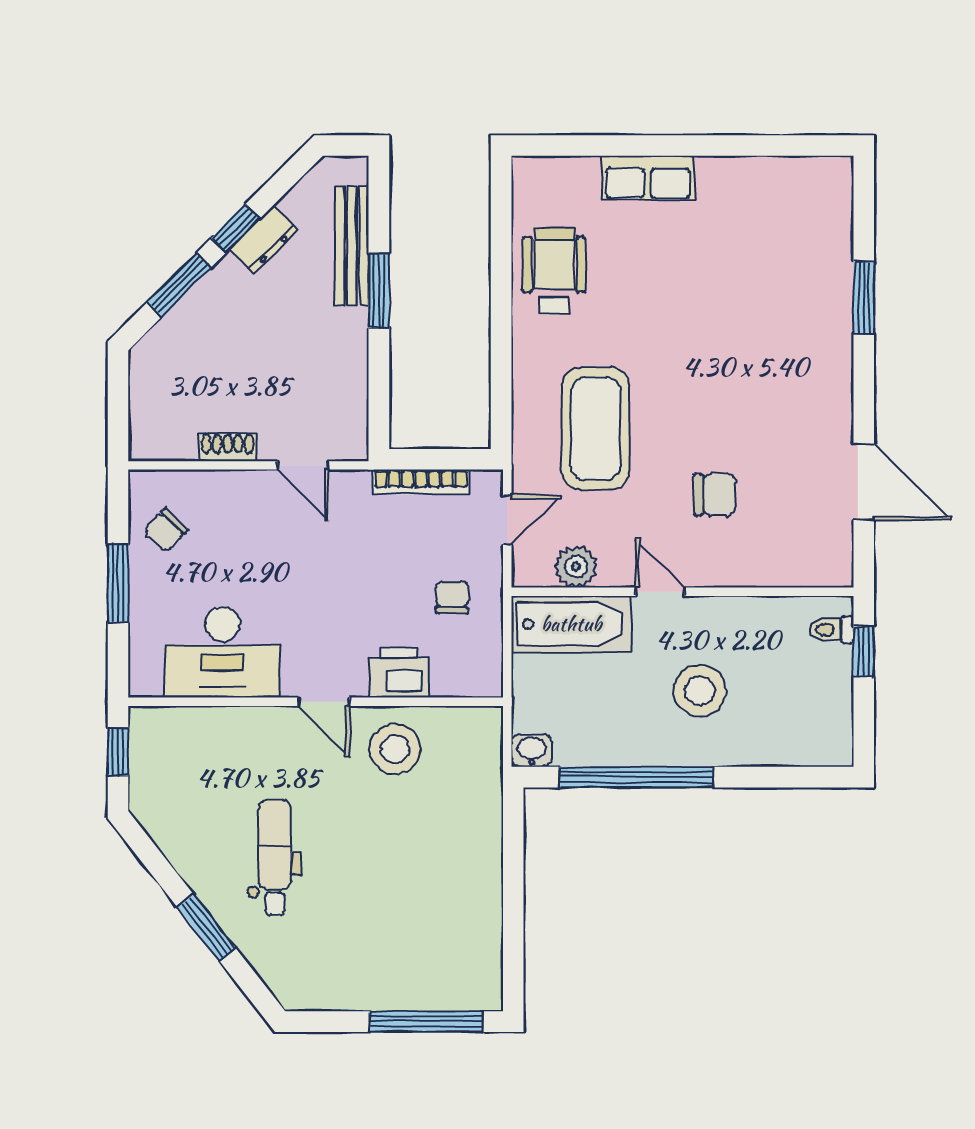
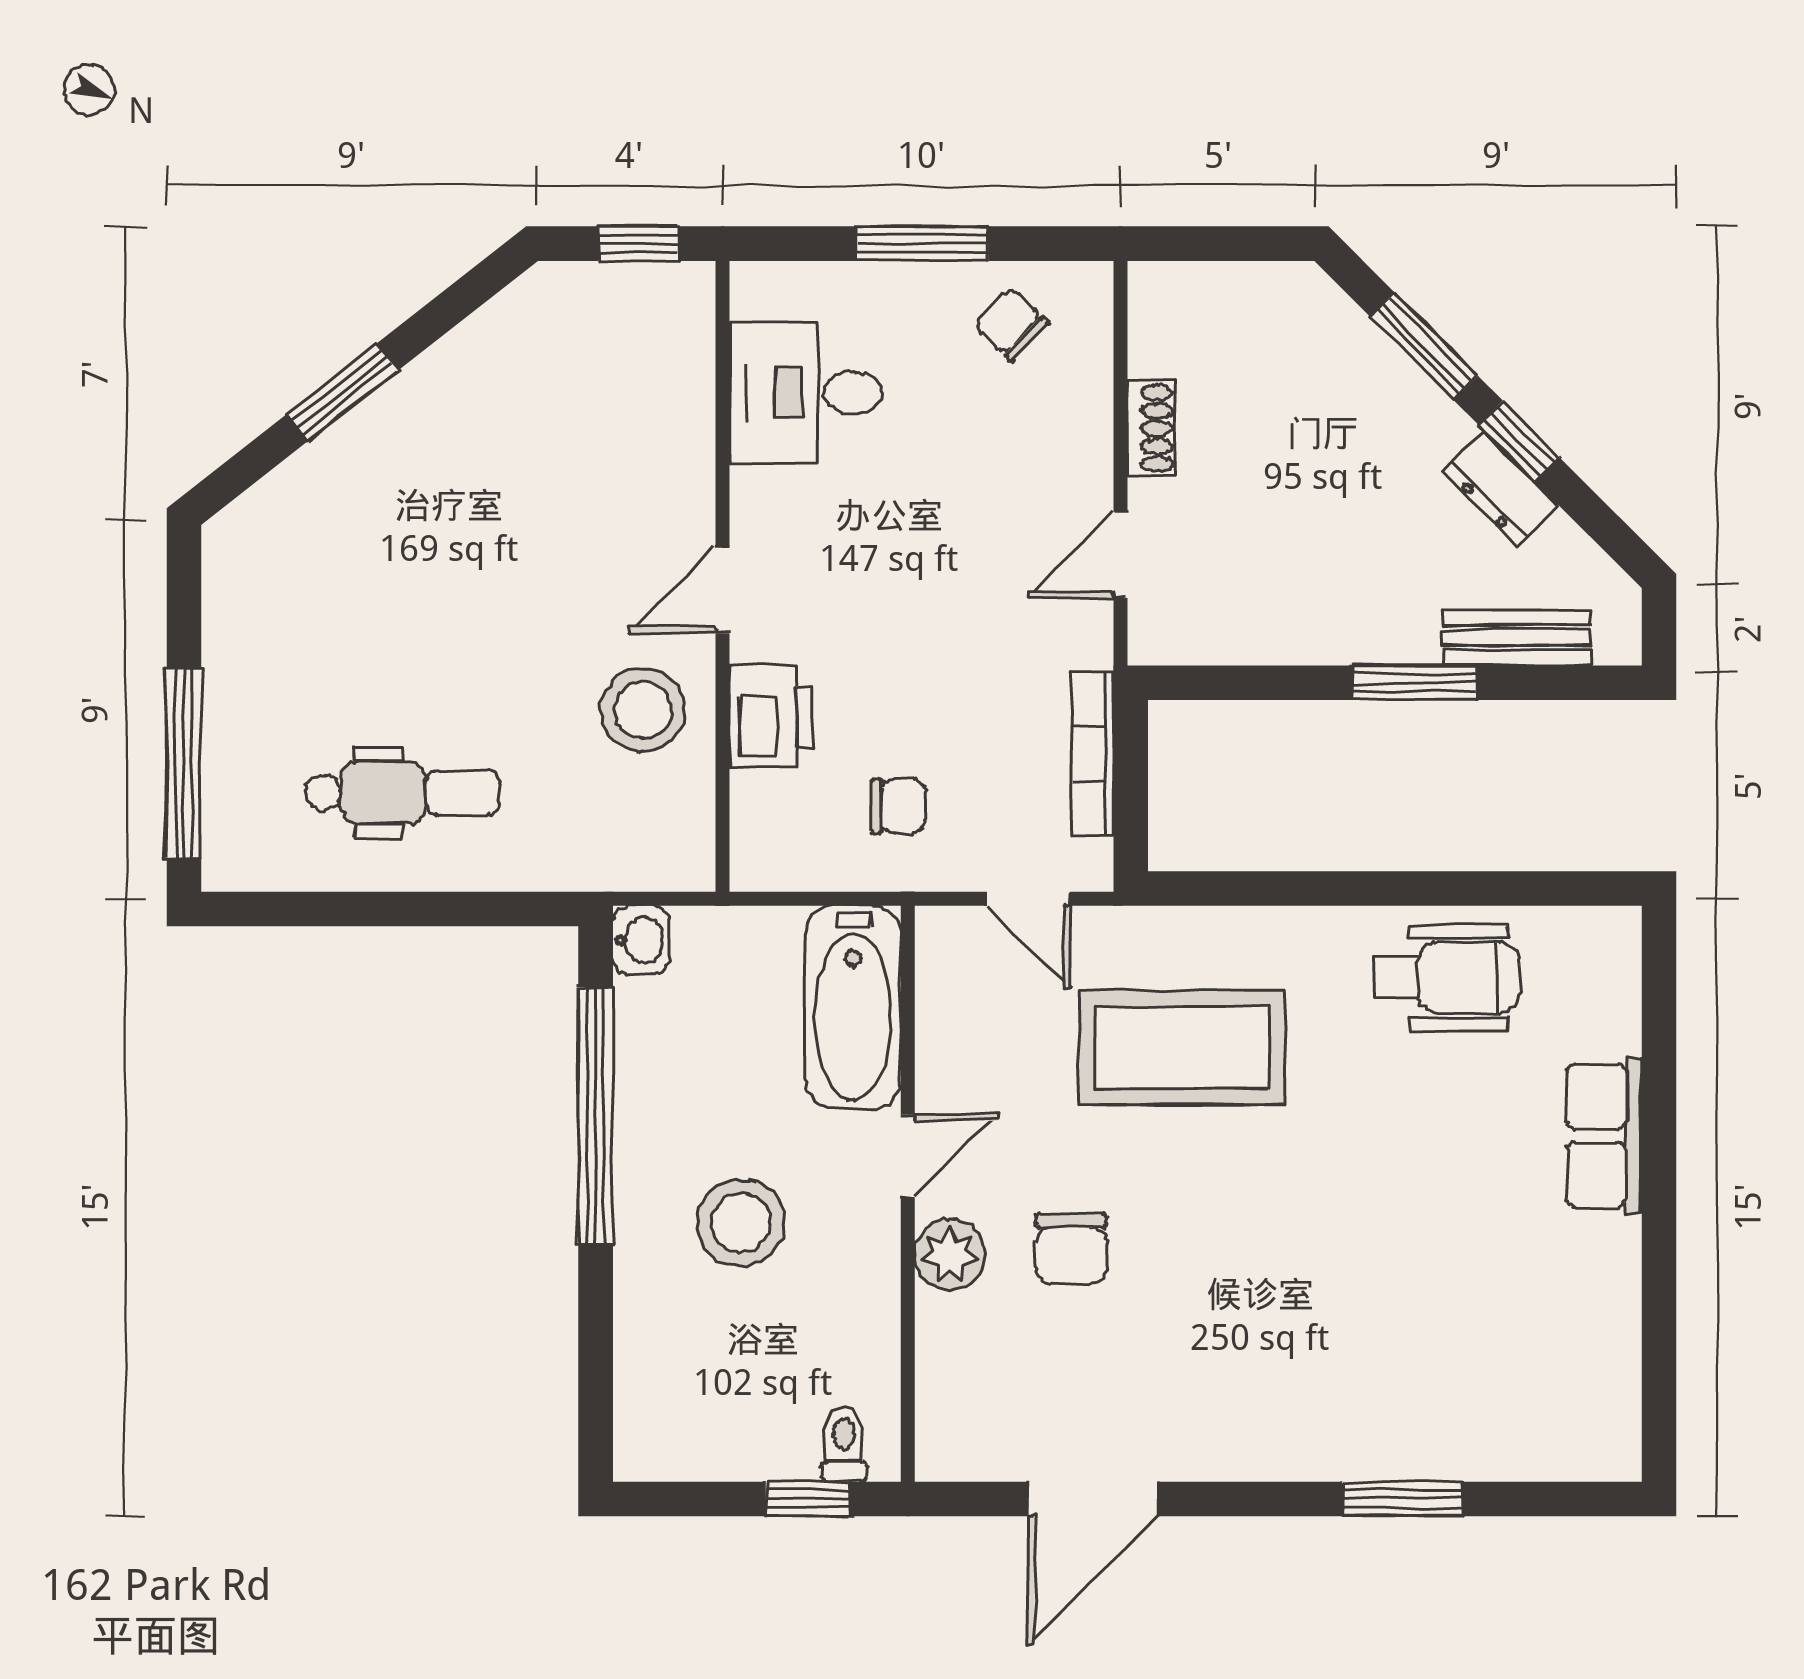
bench: (352, 246) -> (1517, 637), width x0.73
plant: (576, 567) -> (950, 1255), moved
desk: (222, 652) -> (806, 393), width x0.73
dental chair: (275, 857) -> (403, 793), moved

